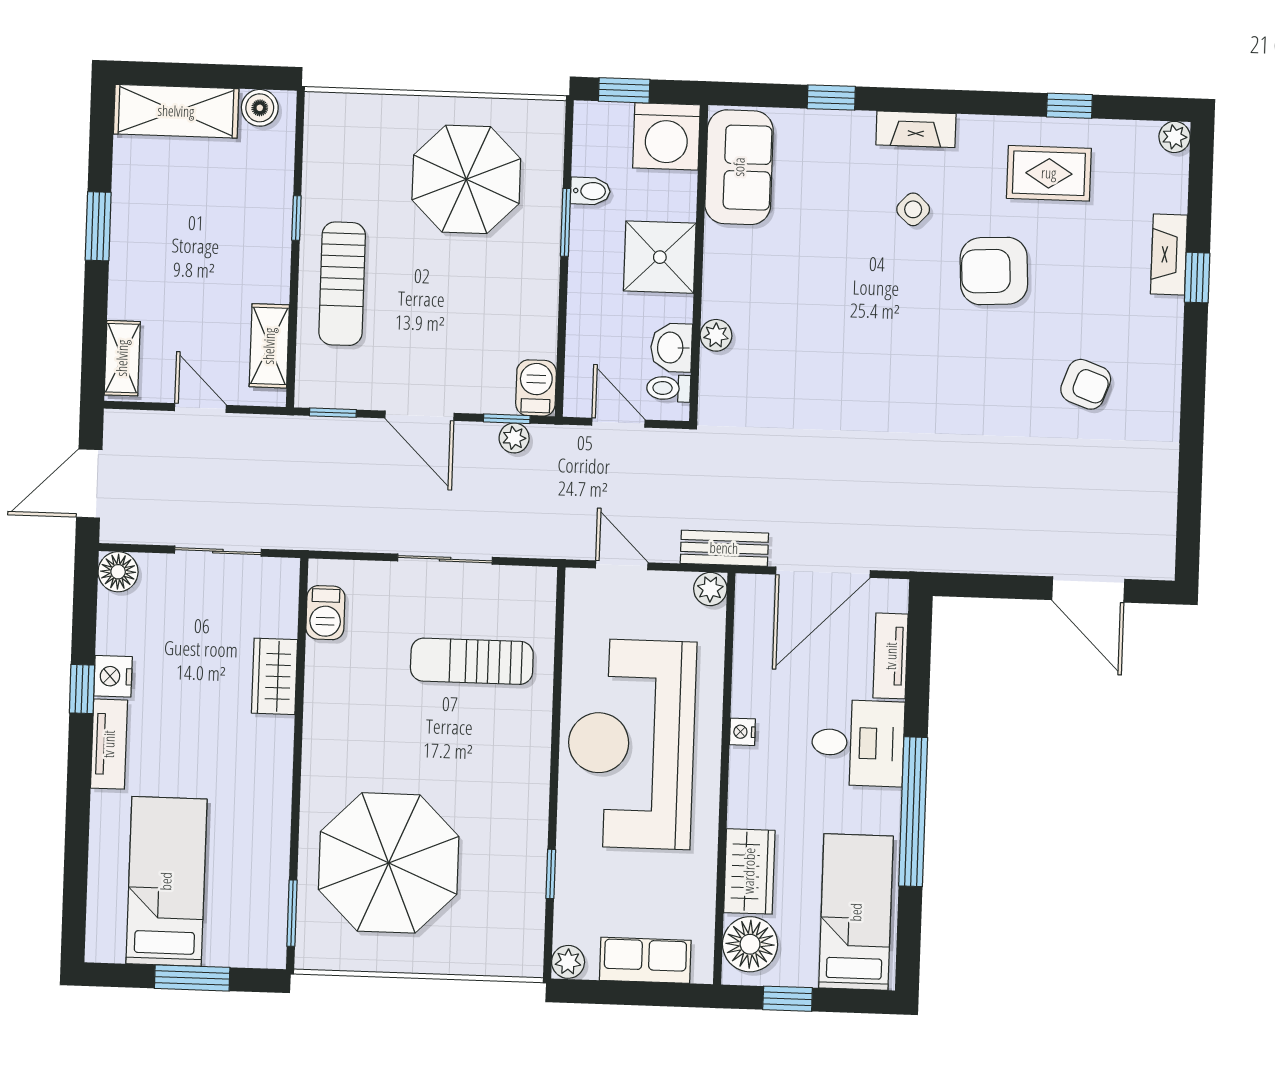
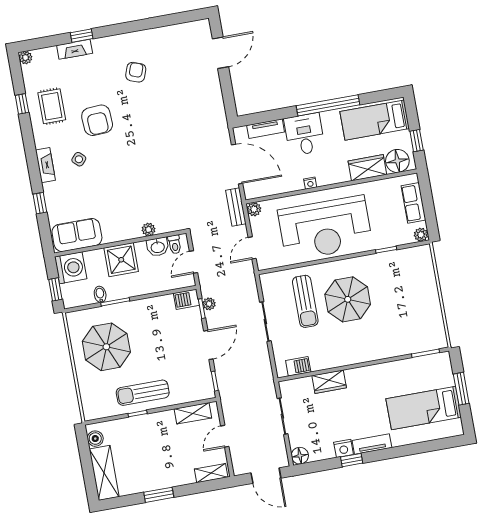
sun lounger: (342, 284) -> (143, 393), moved, turned 180
parasol: (389, 863) -> (348, 299), moved, width x0.73, depth x0.73

